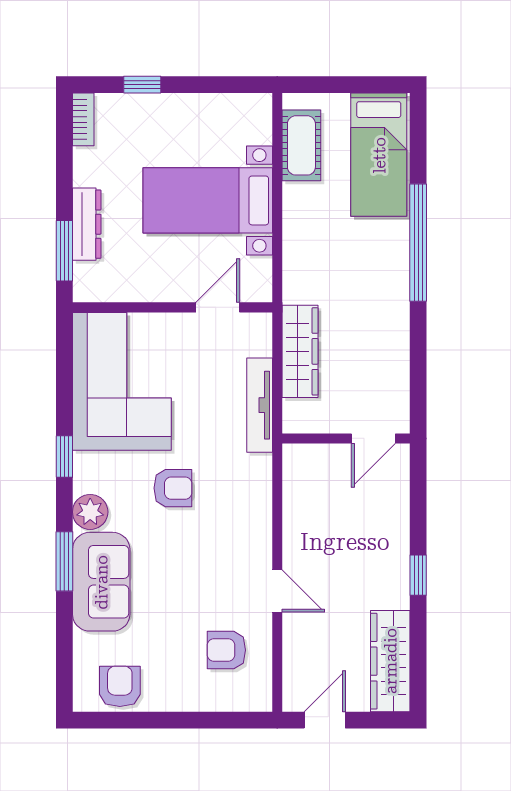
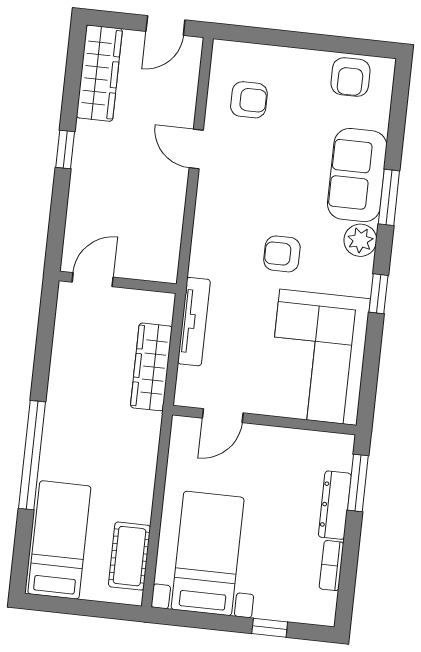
bookcase: (83, 119) -> (331, 566), moved
bed with nightstands: (208, 200) -> (208, 553), moved, turned -90

